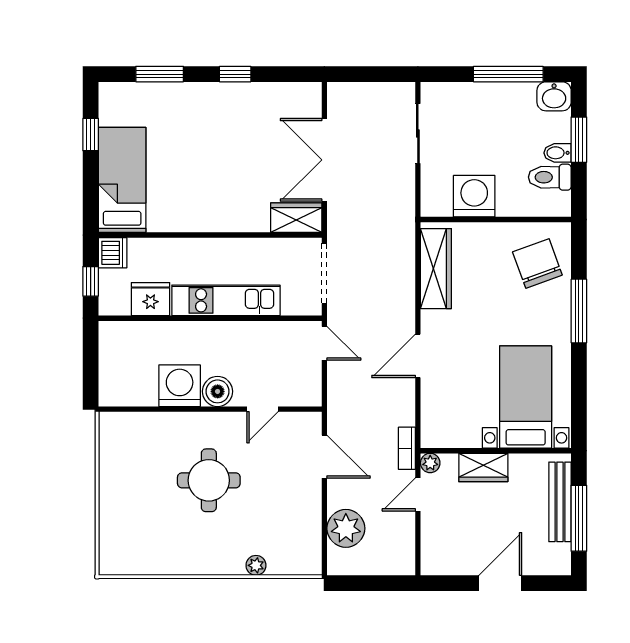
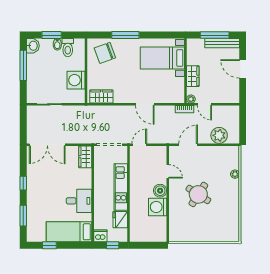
double door: (324, 160) -> (47, 145), moved
desk: (194, 203) -> (79, 201), added
wardrobe: (436, 269) -> (101, 97), width x0.67
round table: (209, 480) -> (198, 194), turned 33
bench: (560, 502) -> (222, 43), moved

